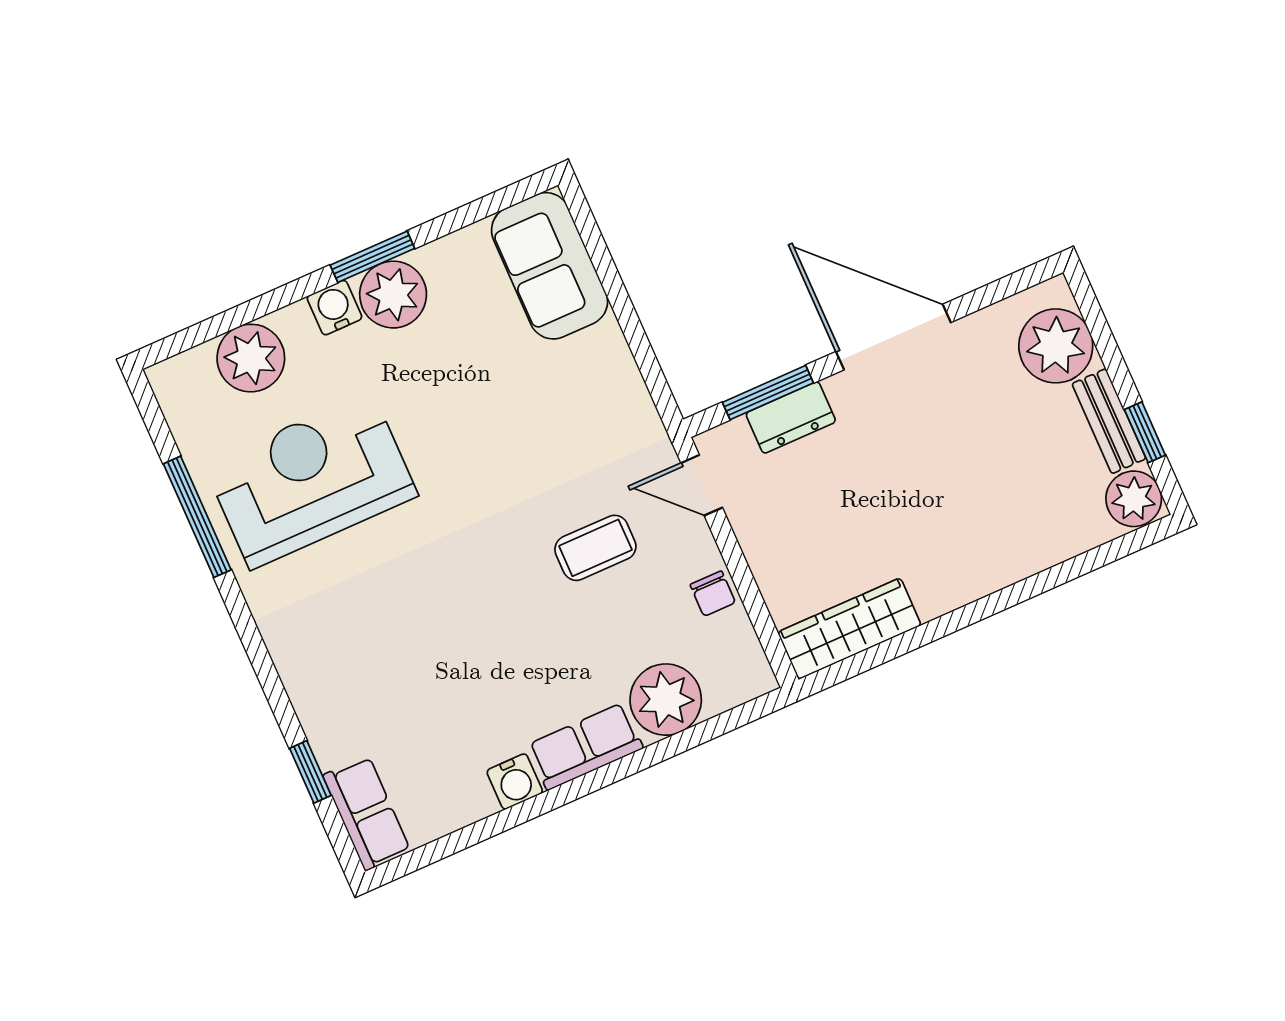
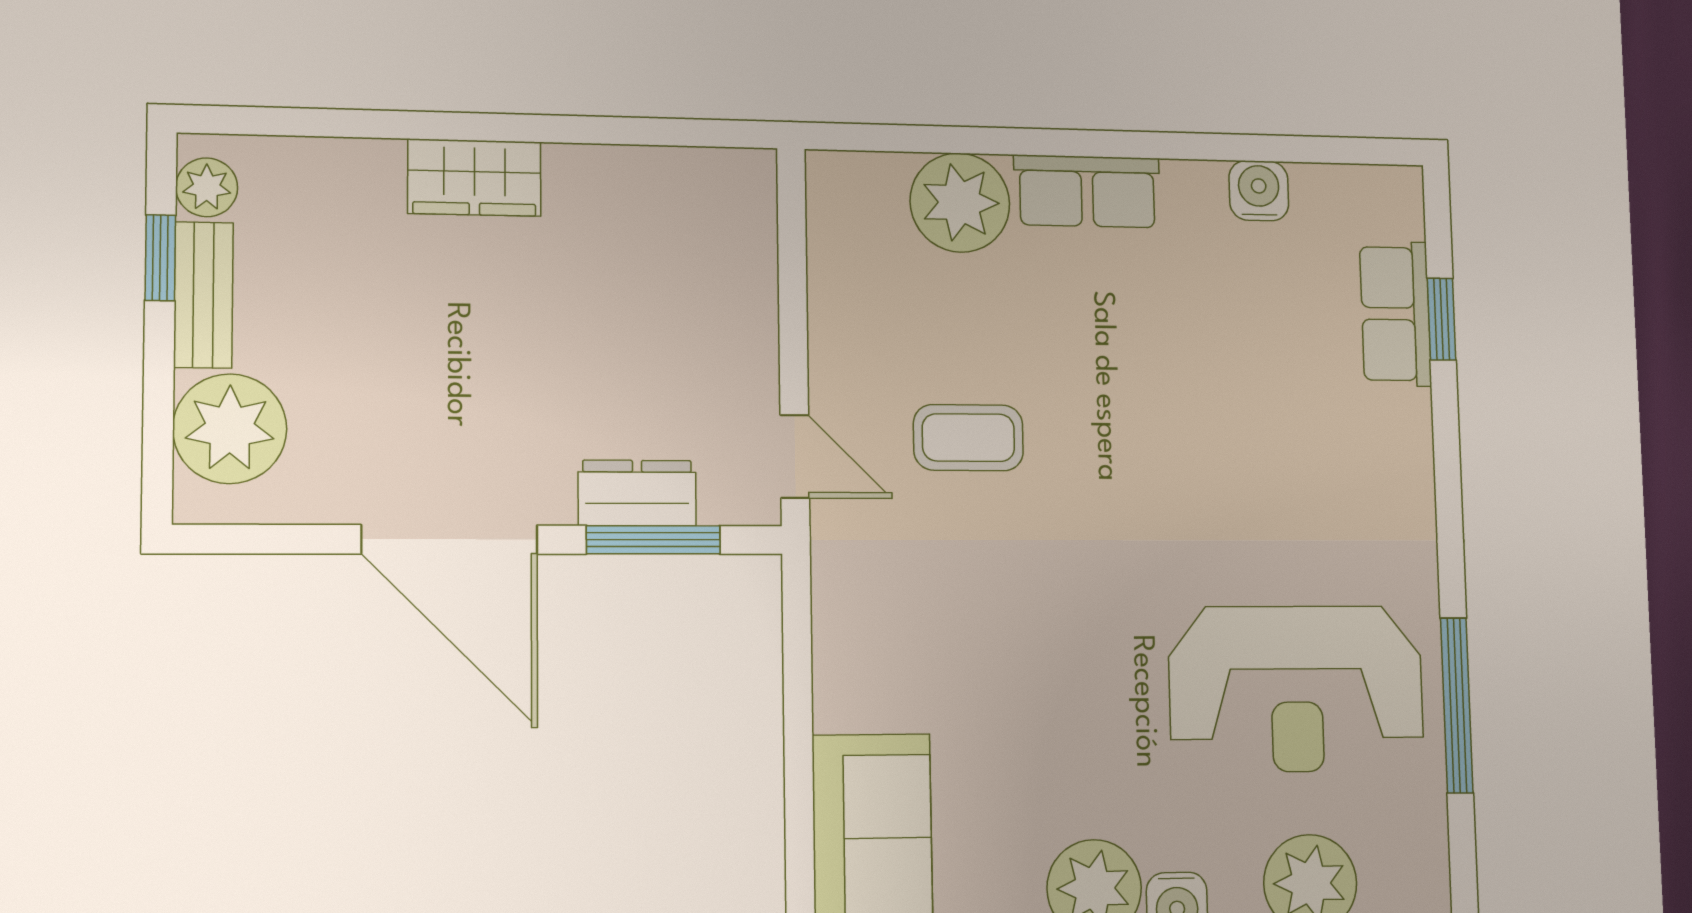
plant: (1134, 499) -> (207, 187), width x0.73, depth x0.73
chair: (713, 594) -> (841, 309), removed
wardrobe: (849, 629) -> (474, 178), moved, width x0.67
water cooler: (515, 782) -> (1259, 191), moved
row of seats: (367, 813) -> (1396, 314), moved

